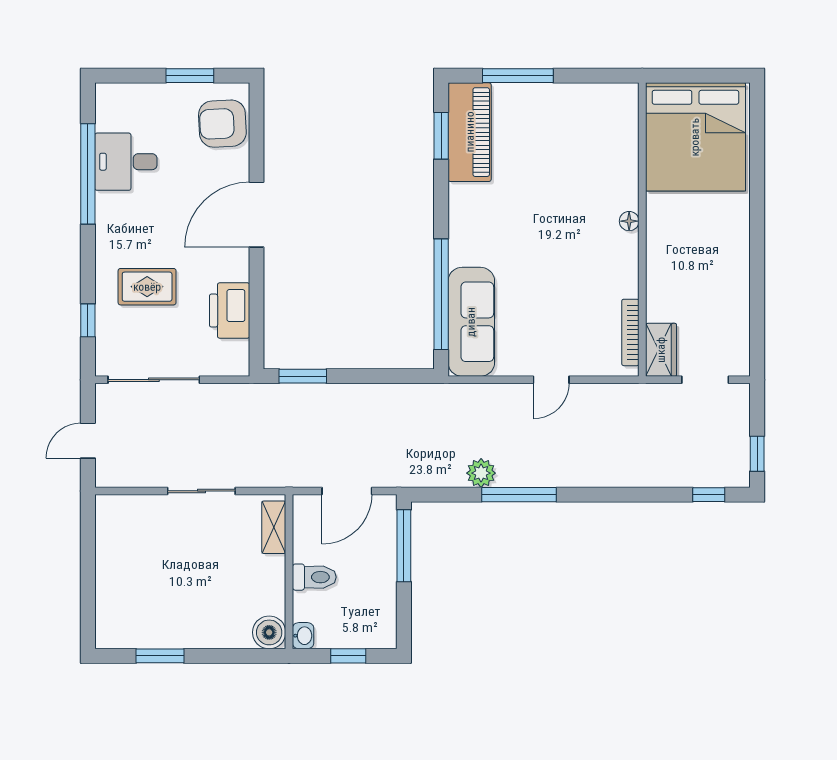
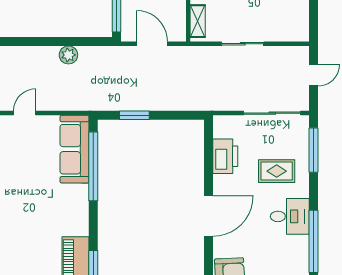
desk: (126, 162) -> (290, 216), moved
window: (88, 320) -> (313, 150), width x2.17
window: (303, 376) -> (134, 115), moved
door: (347, 491) -> (152, 44), hinge flipped
window: (519, 495) -> (45, 41), removed

